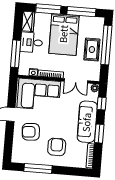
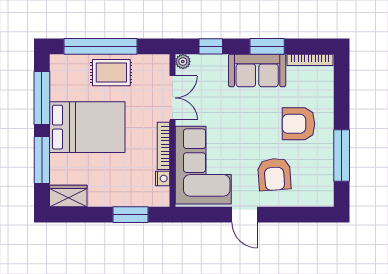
desk: (31, 42) -> (107, 187), removed
window: (16, 54) -> (130, 215), width x0.69
sofa: (87, 122) -> (257, 70), width x0.73

